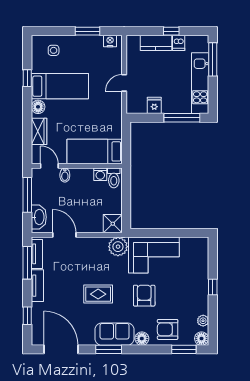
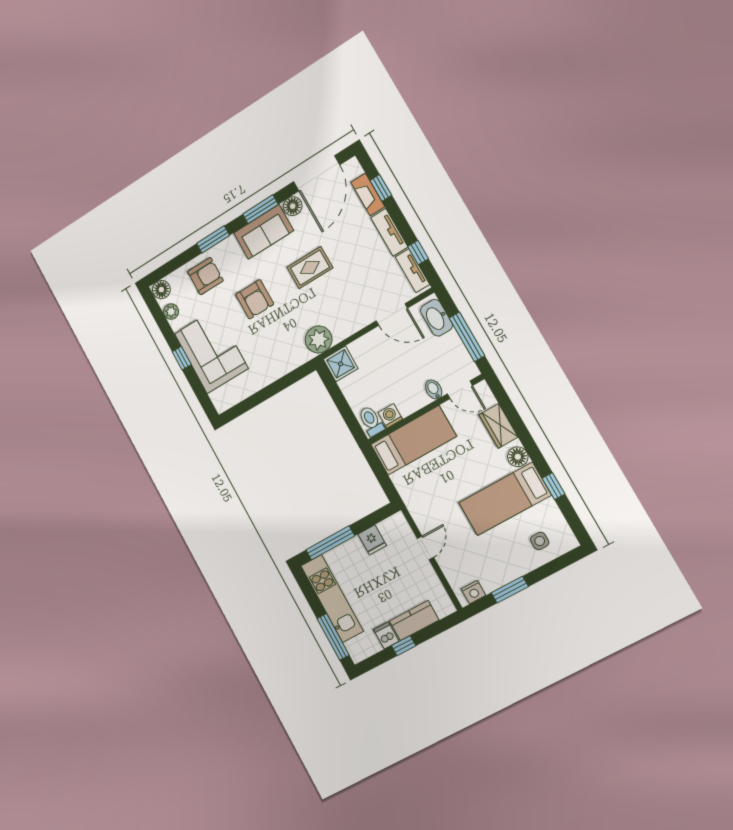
corner sofa: (154, 255) -> (211, 351), moved, turned 90
window: (27, 263) -> (418, 253), width x0.46
fireplace: (37, 317) -> (368, 194), added
floor lamp: (142, 339) -> (293, 206), moved
door: (61, 349) -> (317, 173), hinge flipped
window: (184, 349) -> (213, 239), moved

